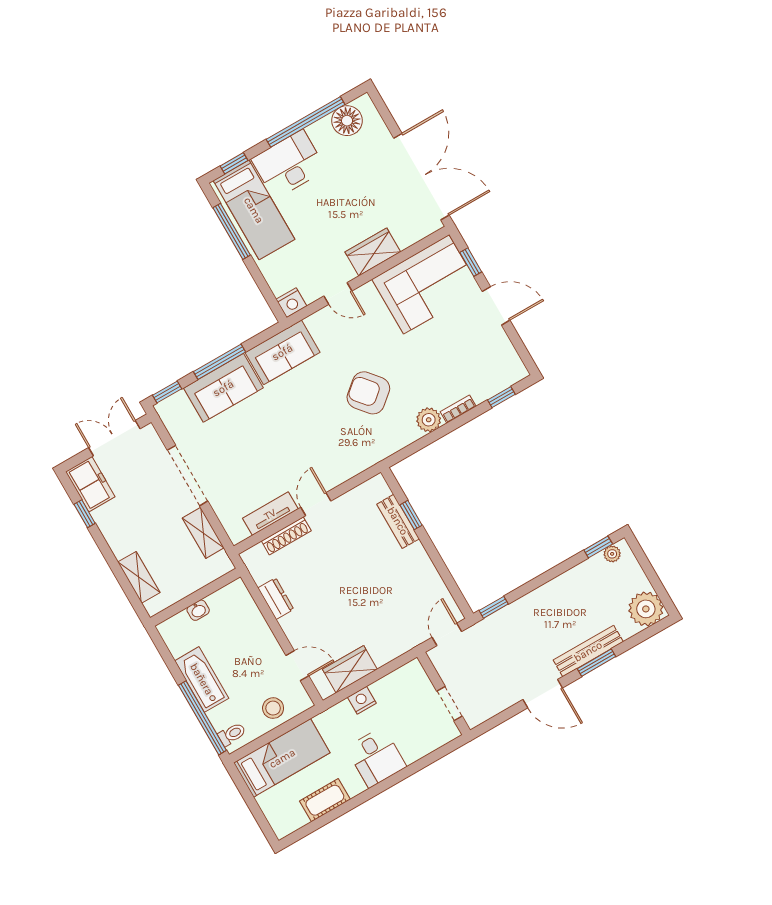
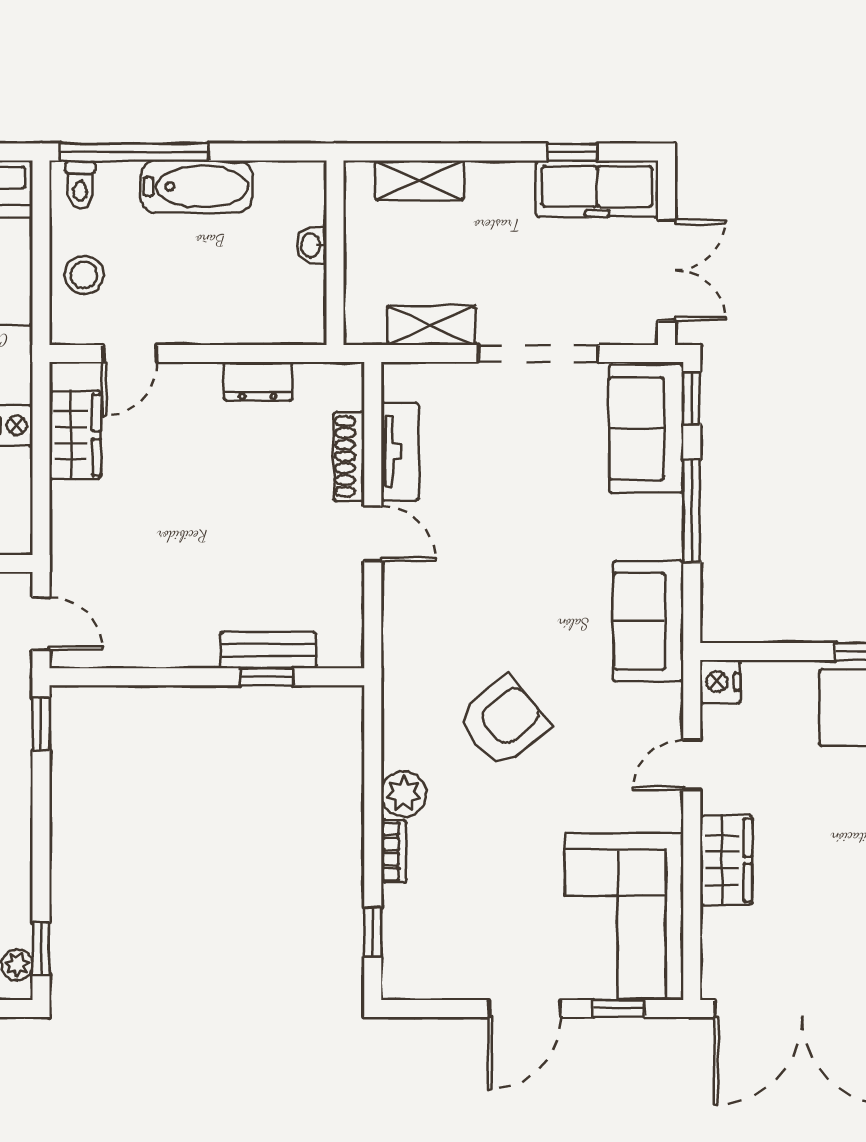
sofa: (223, 388) -> (646, 429), moved
freezer: (90, 484) -> (597, 189), width x1.40

